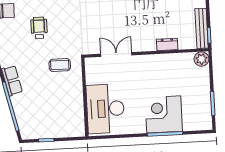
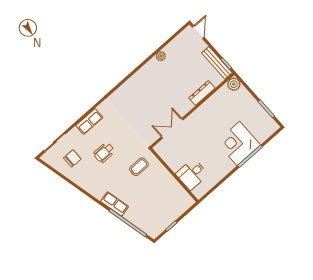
wheelchair: (39, 28) -> (104, 153), turned -90
dresser: (167, 44) -> (202, 93), width x1.44
desk: (105, 109) -> (192, 174), width x0.53, depth x0.77

